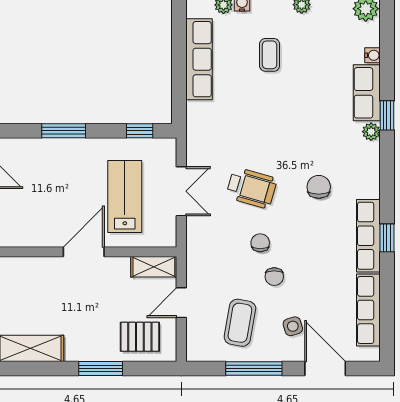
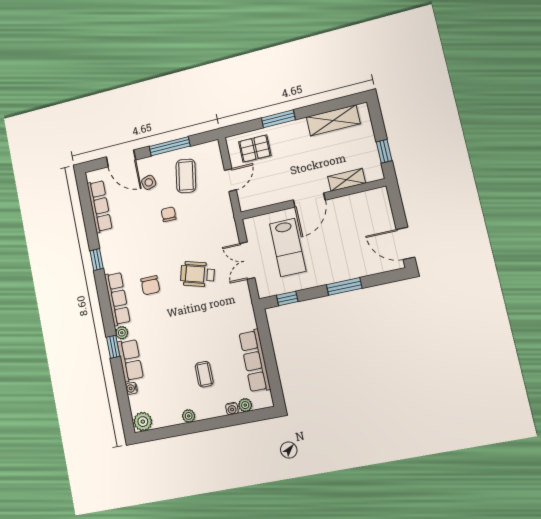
row of seats: (368, 236) -> (117, 299), moved
chair: (260, 243) -> (183, 236), removed
shelving: (154, 267) -> (347, 180), moved

